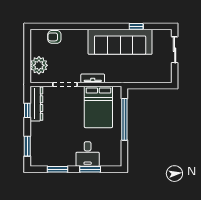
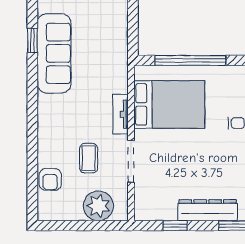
sofa: (120, 42) -> (54, 53), width x0.74, depth x0.79
coffee table: (67, 59) -> (89, 158), added
dresser: (36, 104) -> (208, 210), moved

